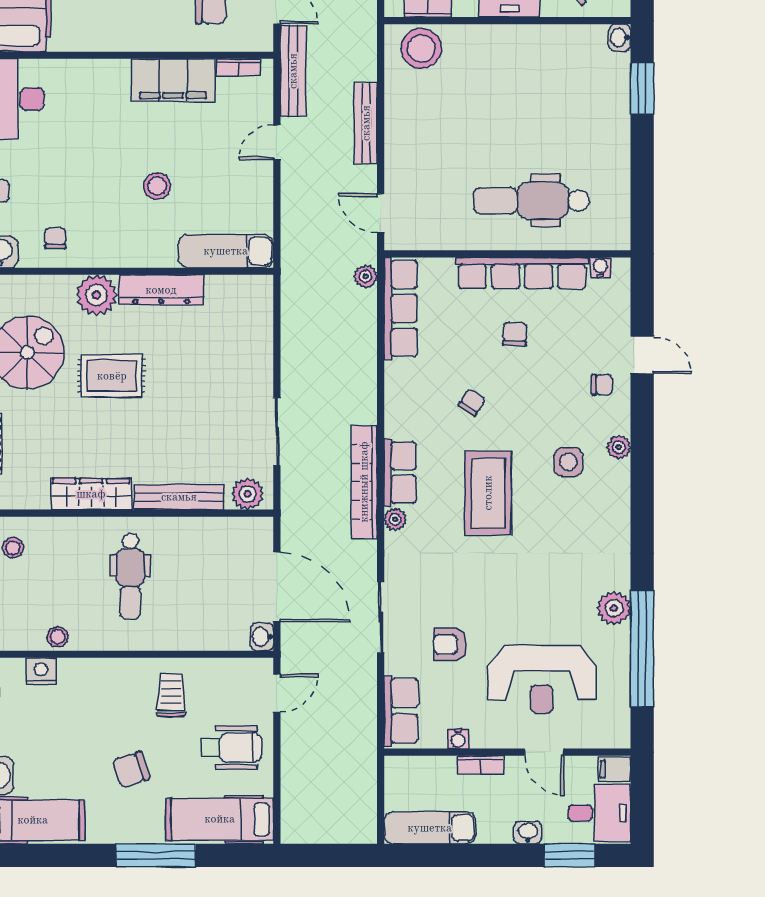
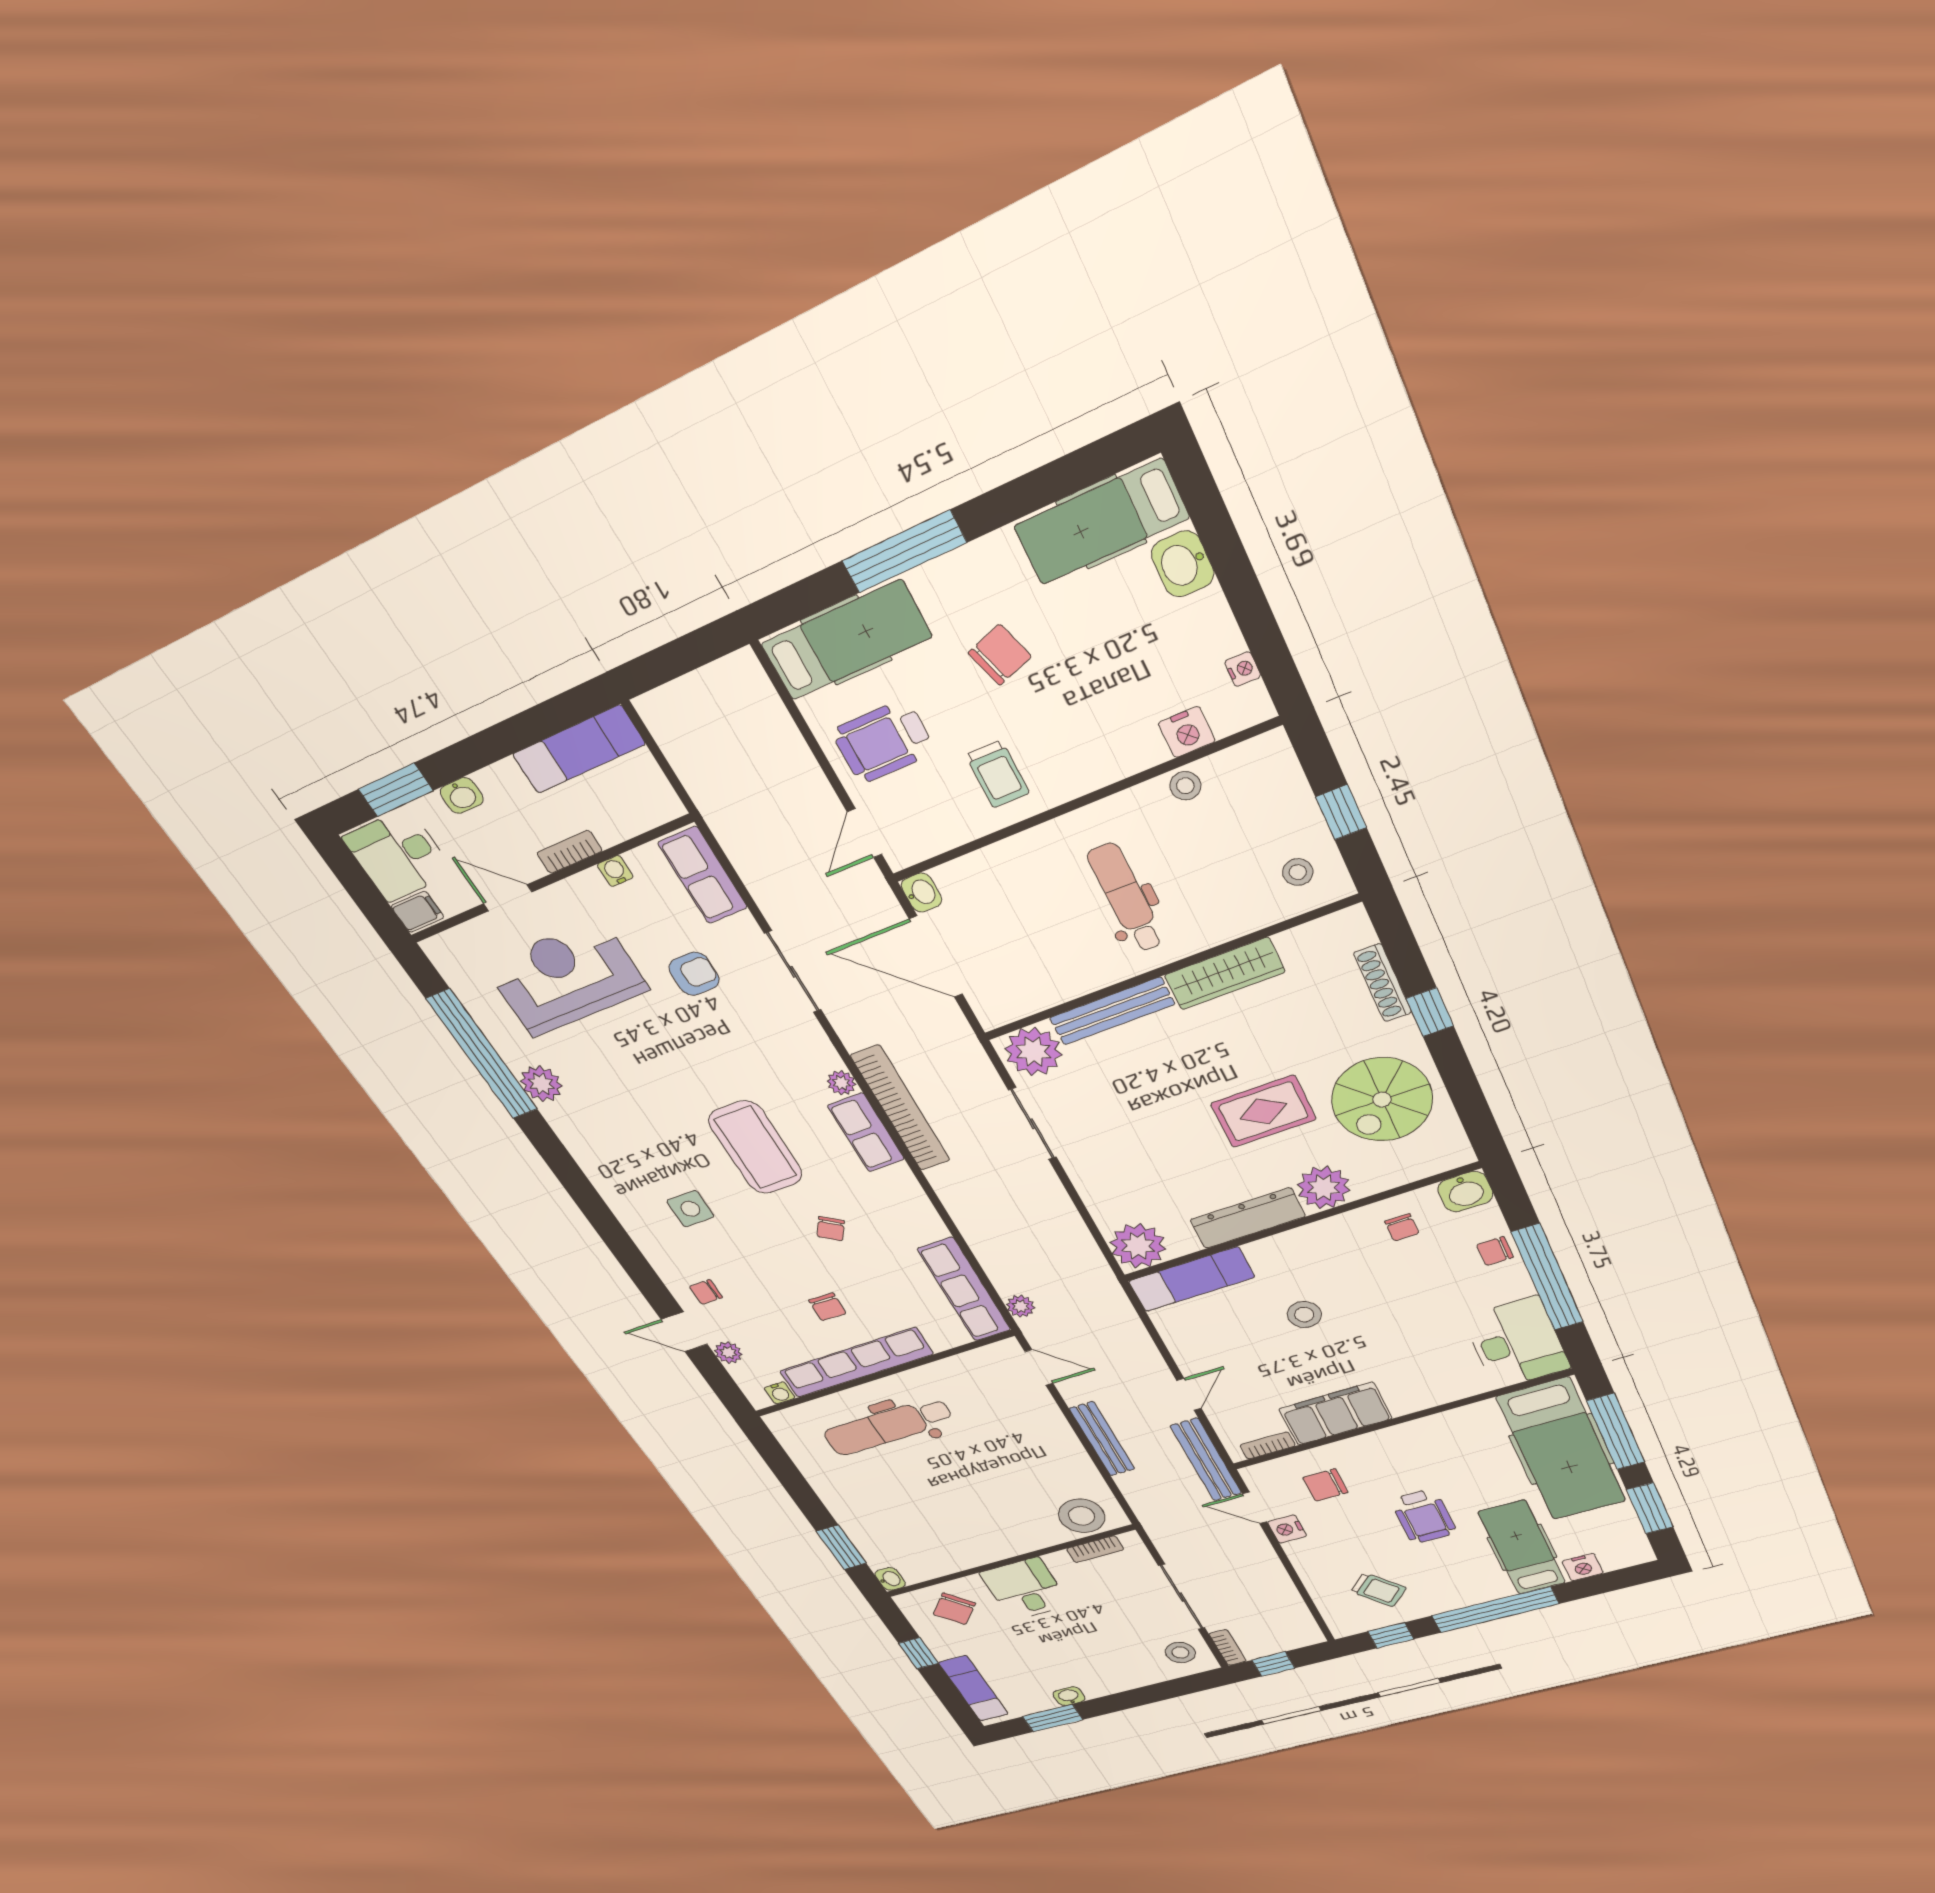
dental chair: (531, 201) -> (888, 1427), turned 180
plant: (251, 297) -> (1138, 1246), added
plant: (619, 447) -> (728, 1353), moved
plant: (248, 494) -> (1033, 1052), width x1.36, depth x1.36

